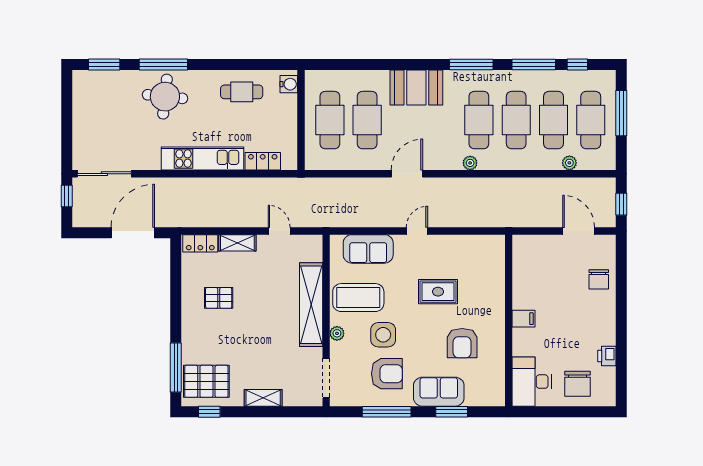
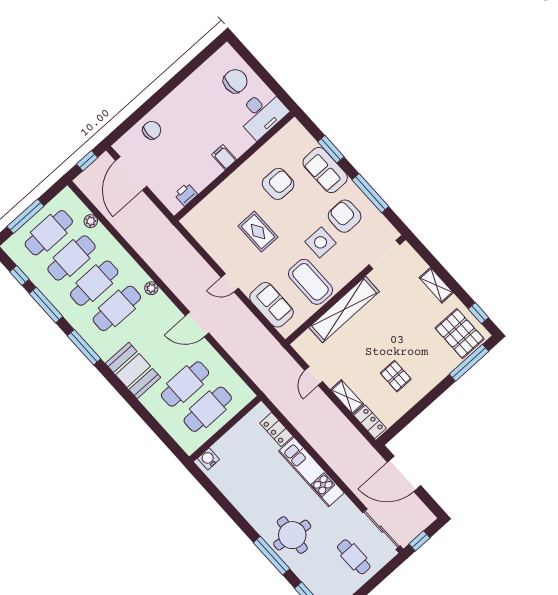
cafe table: (242, 92) -> (354, 557), moved
door: (579, 231) -> (131, 173), width x1.36
plant: (337, 333) -> (348, 274), removed
printer: (607, 356) -> (186, 194), moved, turned 180

